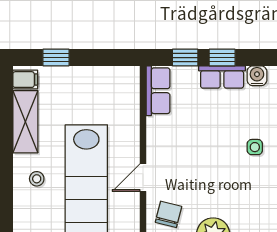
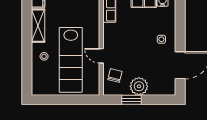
door: (143, 178) -> (101, 56), hinge flipped

